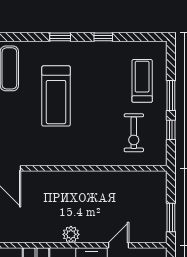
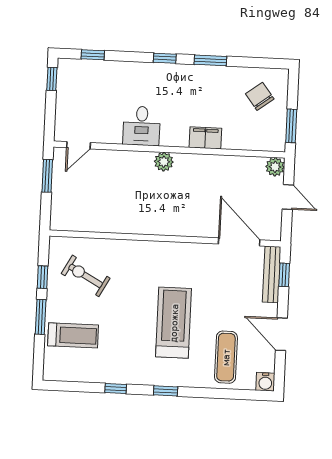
treadmill: (142, 81) -> (73, 335), turned -90
exercise bike: (134, 133) -> (86, 276), turned -61
door: (118, 245) -> (79, 145), moved

